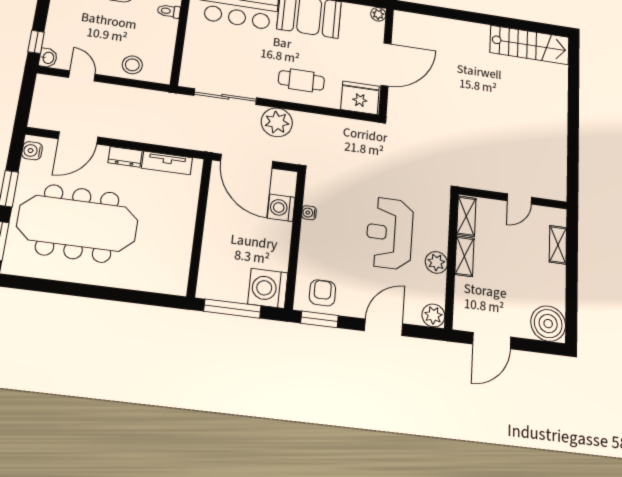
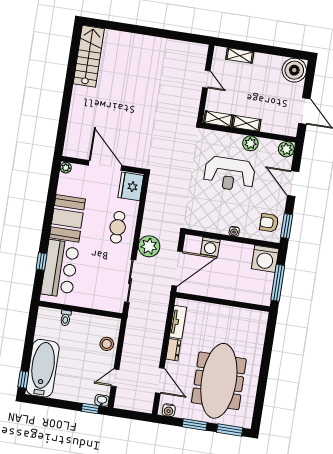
water cooler: (309, 213) -> (234, 231), moved

